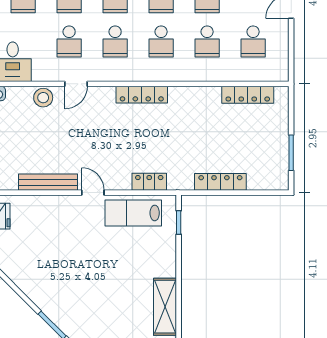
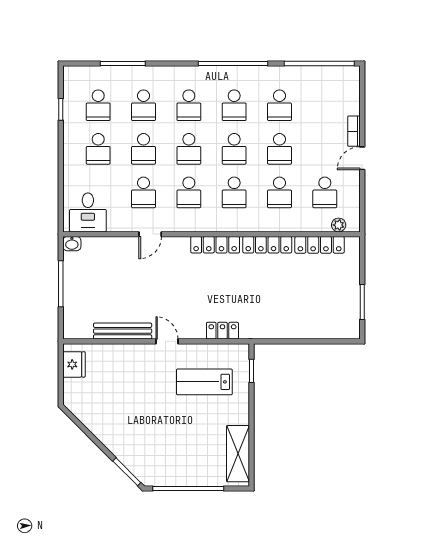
plant: (267, 75) -> (339, 225), added
stool: (43, 98) -> (118, 248), removed
locker: (220, 182) -> (267, 245), moved, turned 180
lab bench: (133, 213) -> (204, 382), moved

